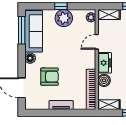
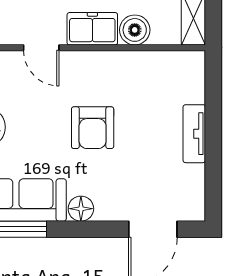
armchair: (50, 77) -> (93, 128), moved, turned 180
bookcase: (91, 89) -> (156, 61), removed

